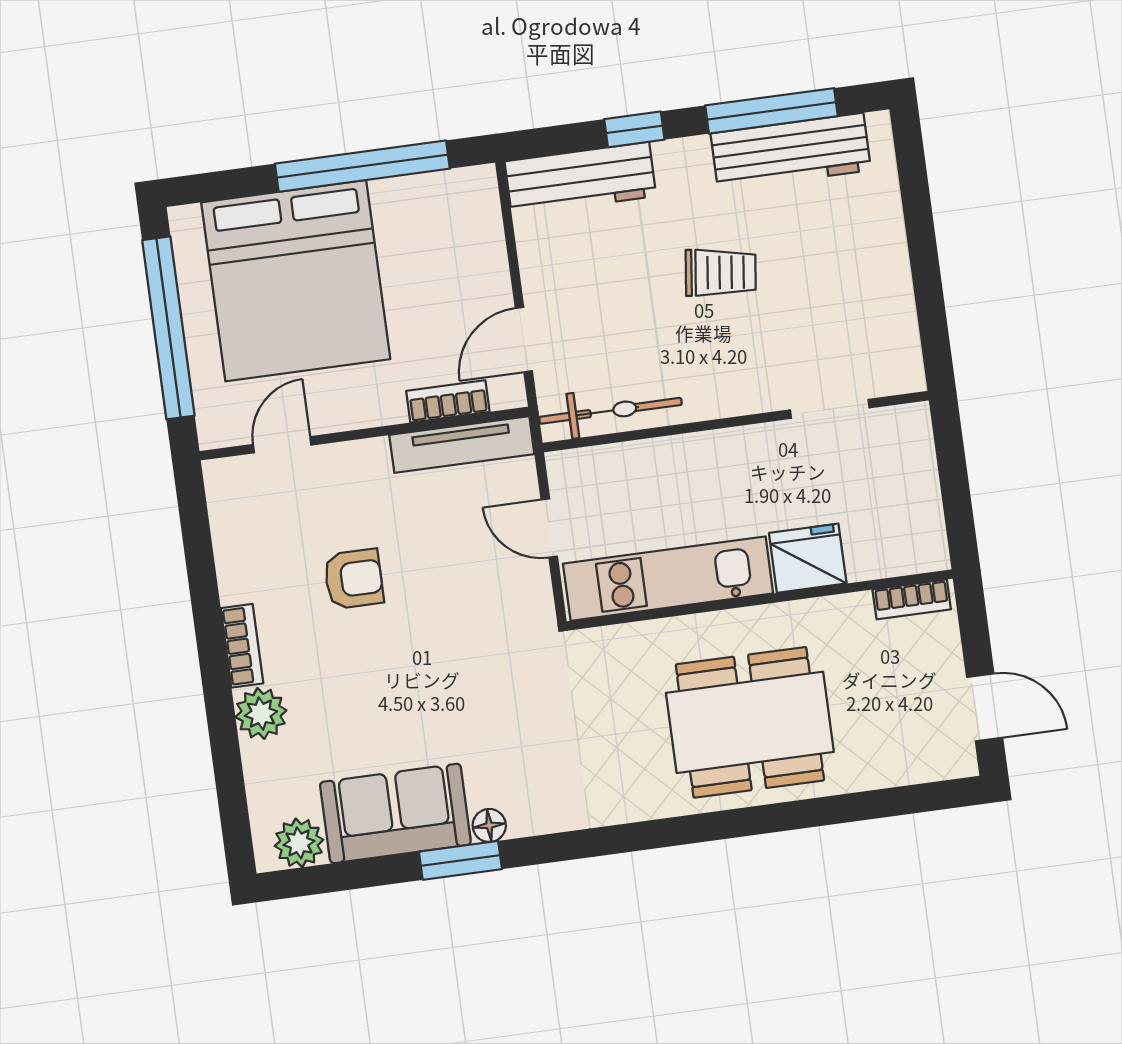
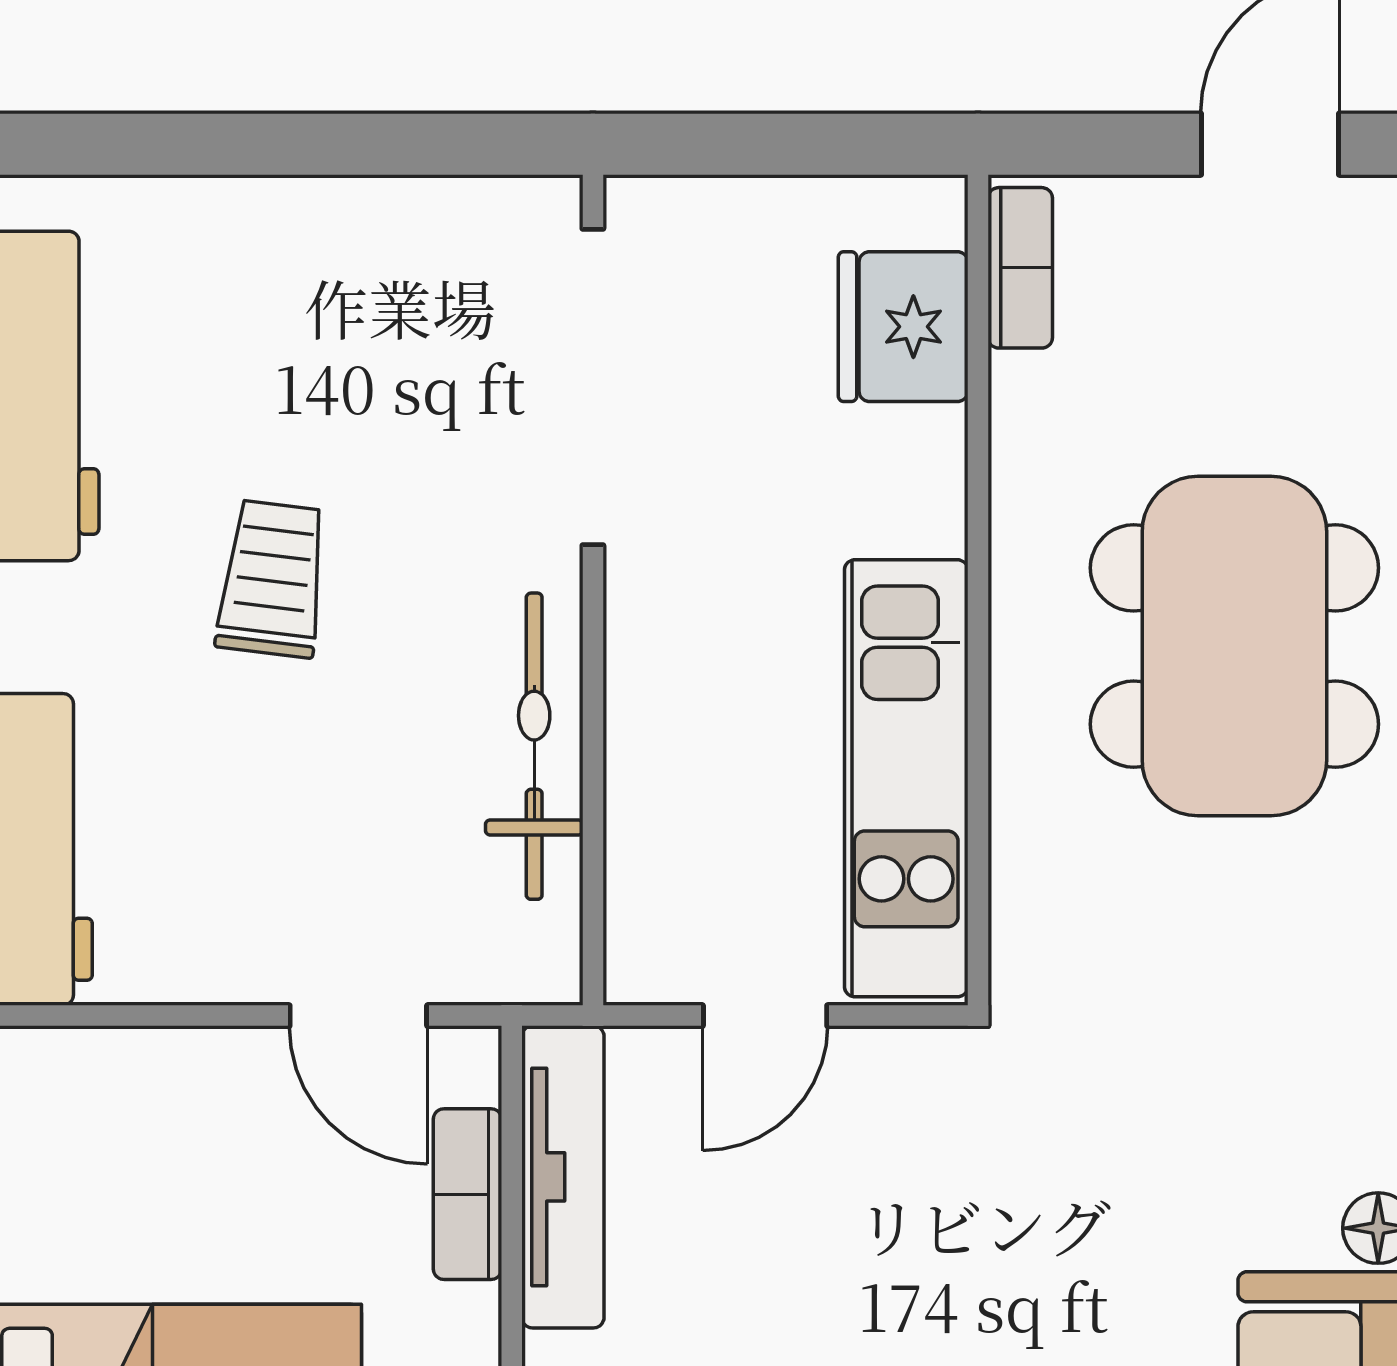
doorway: (830, 409) -> (593, 387), width x1.88
bicycle: (611, 411) -> (534, 746), moved
fridge: (808, 558) -> (903, 327), moved

